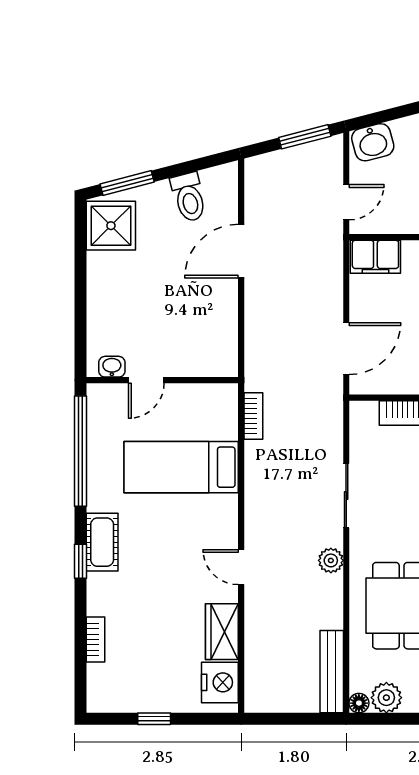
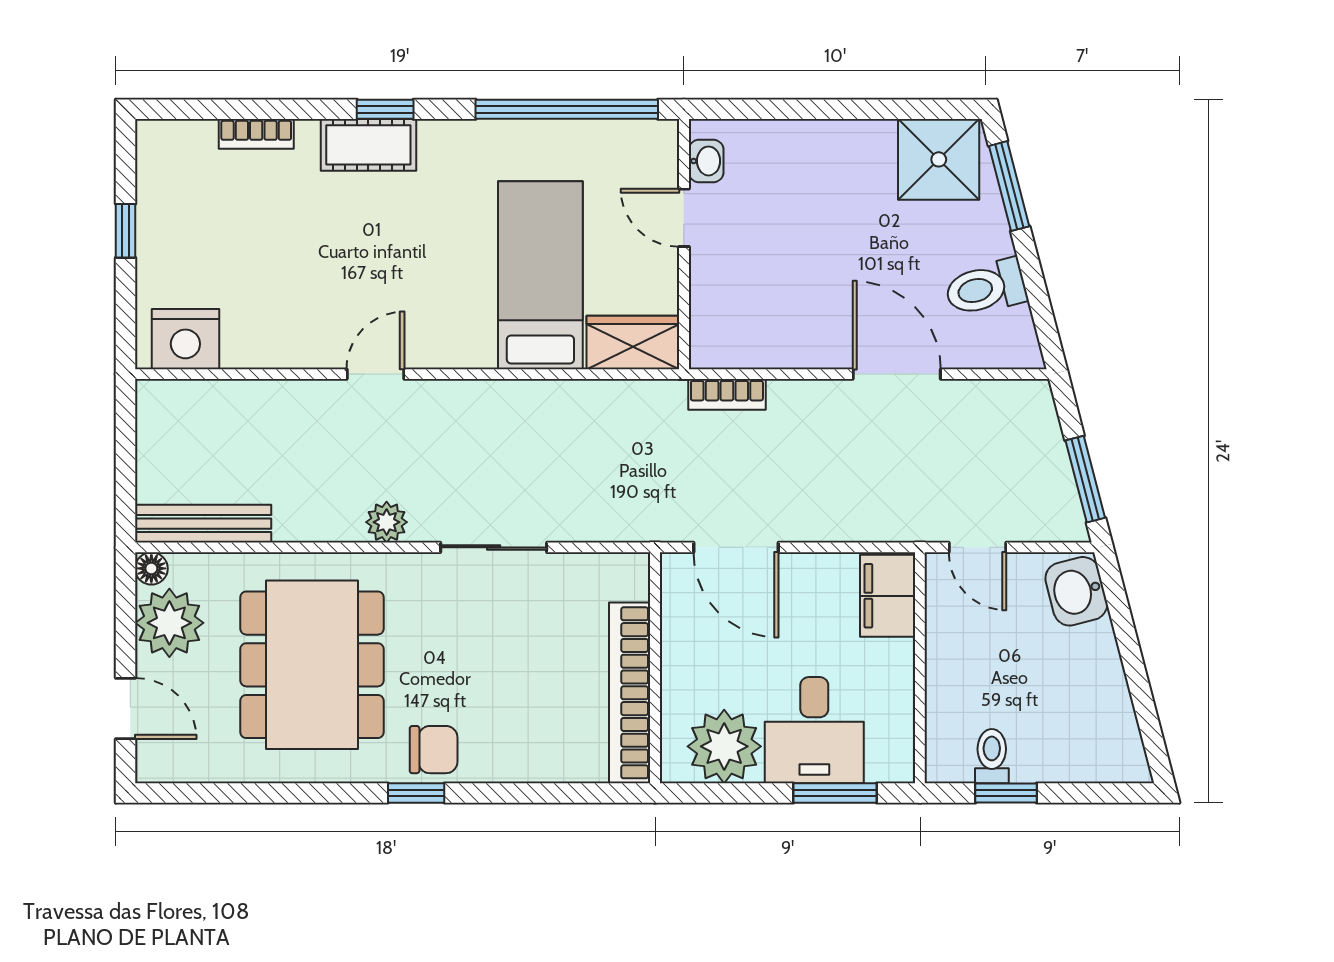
bookcase: (253, 416) -> (727, 394), moved
cot: (102, 542) -> (368, 145), moved
wardrobe: (222, 632) -> (633, 342), moved
plant: (386, 698) -> (169, 623), width x1.36, depth x1.36

